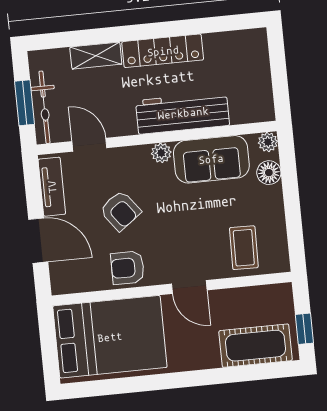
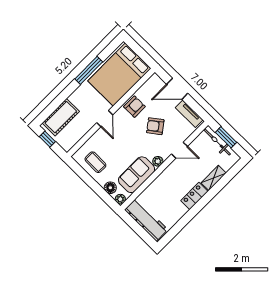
locker: (163, 51) -> (194, 196), width x0.66
workbench: (183, 113) -> (146, 220), moved, turned -90
door: (89, 145) -> (180, 150), moved
coffee table: (244, 248) -> (95, 162), moved
door: (189, 287) -> (105, 119), swing flipped
window: (152, 383) -> (89, 70), added

